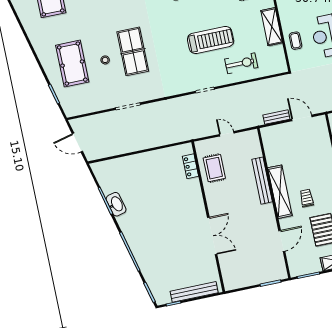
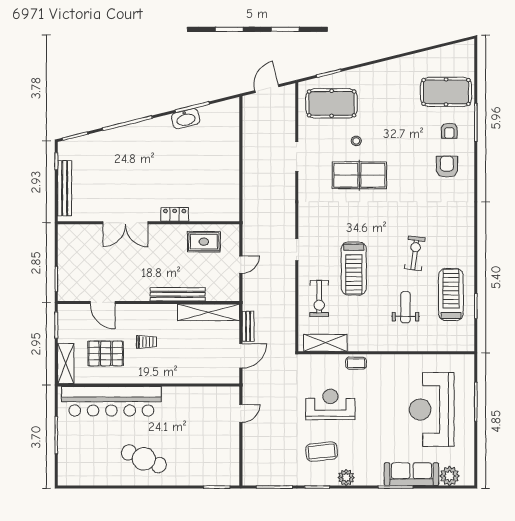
shelving: (272, 27) -> (325, 343), moved
coffee table: (295, 41) -> (356, 363), moved
pool table: (72, 64) -> (332, 103), moved
locker: (190, 166) -> (175, 214), moved
shelving: (280, 192) -> (209, 312), moved

